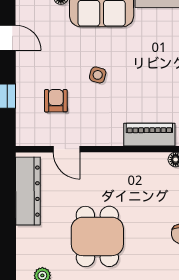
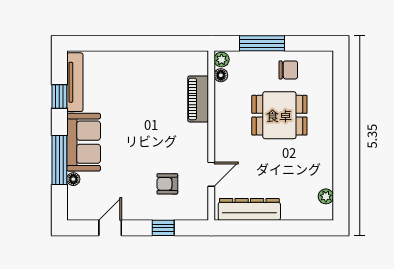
side table: (98, 75) -> (144, 146), removed
dining table: (97, 236) -> (279, 115), moved

